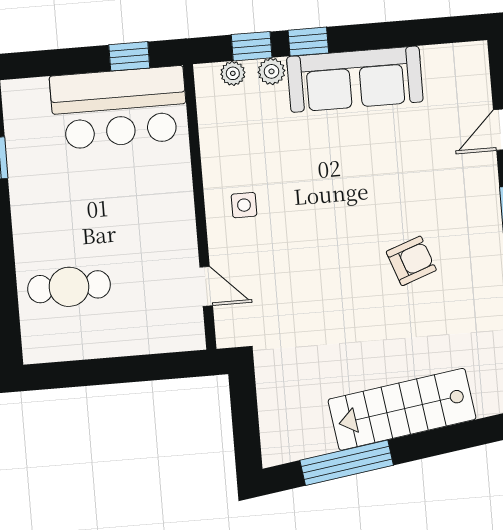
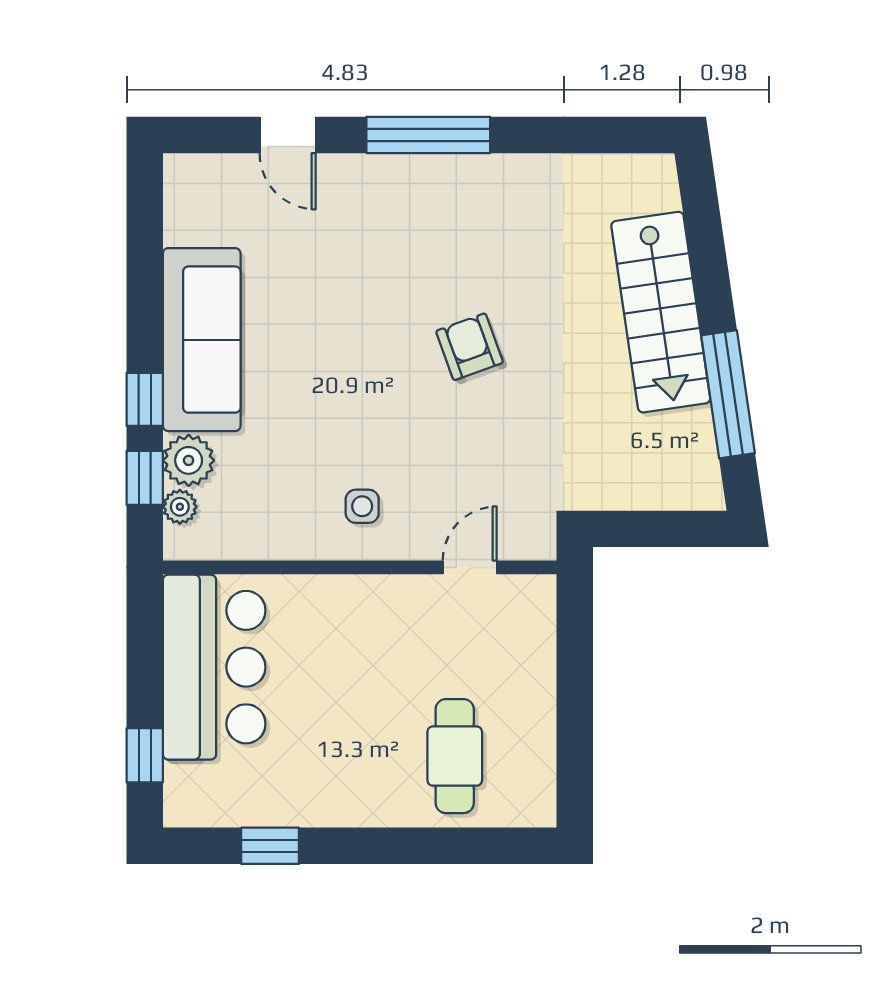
window: (129, 56) -> (145, 755), moved
plant: (272, 71) -> (189, 460), width x1.38, depth x1.38
armchair: (411, 261) -> (470, 347), moved

